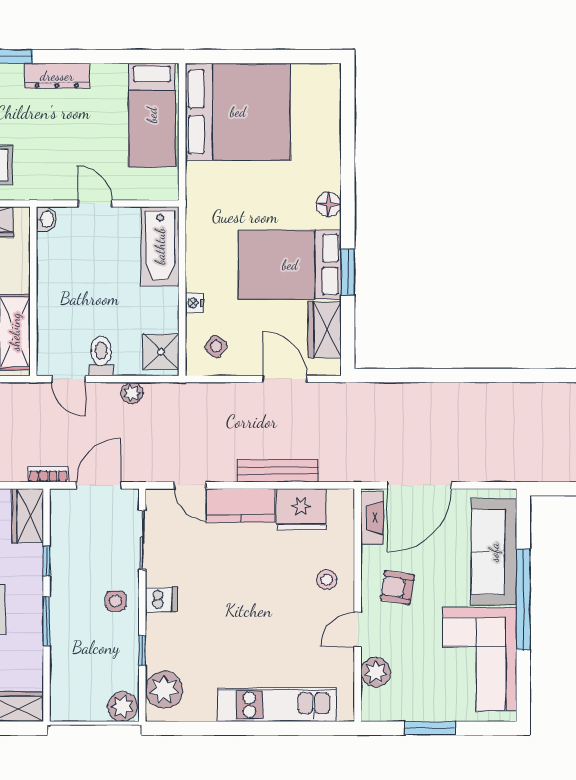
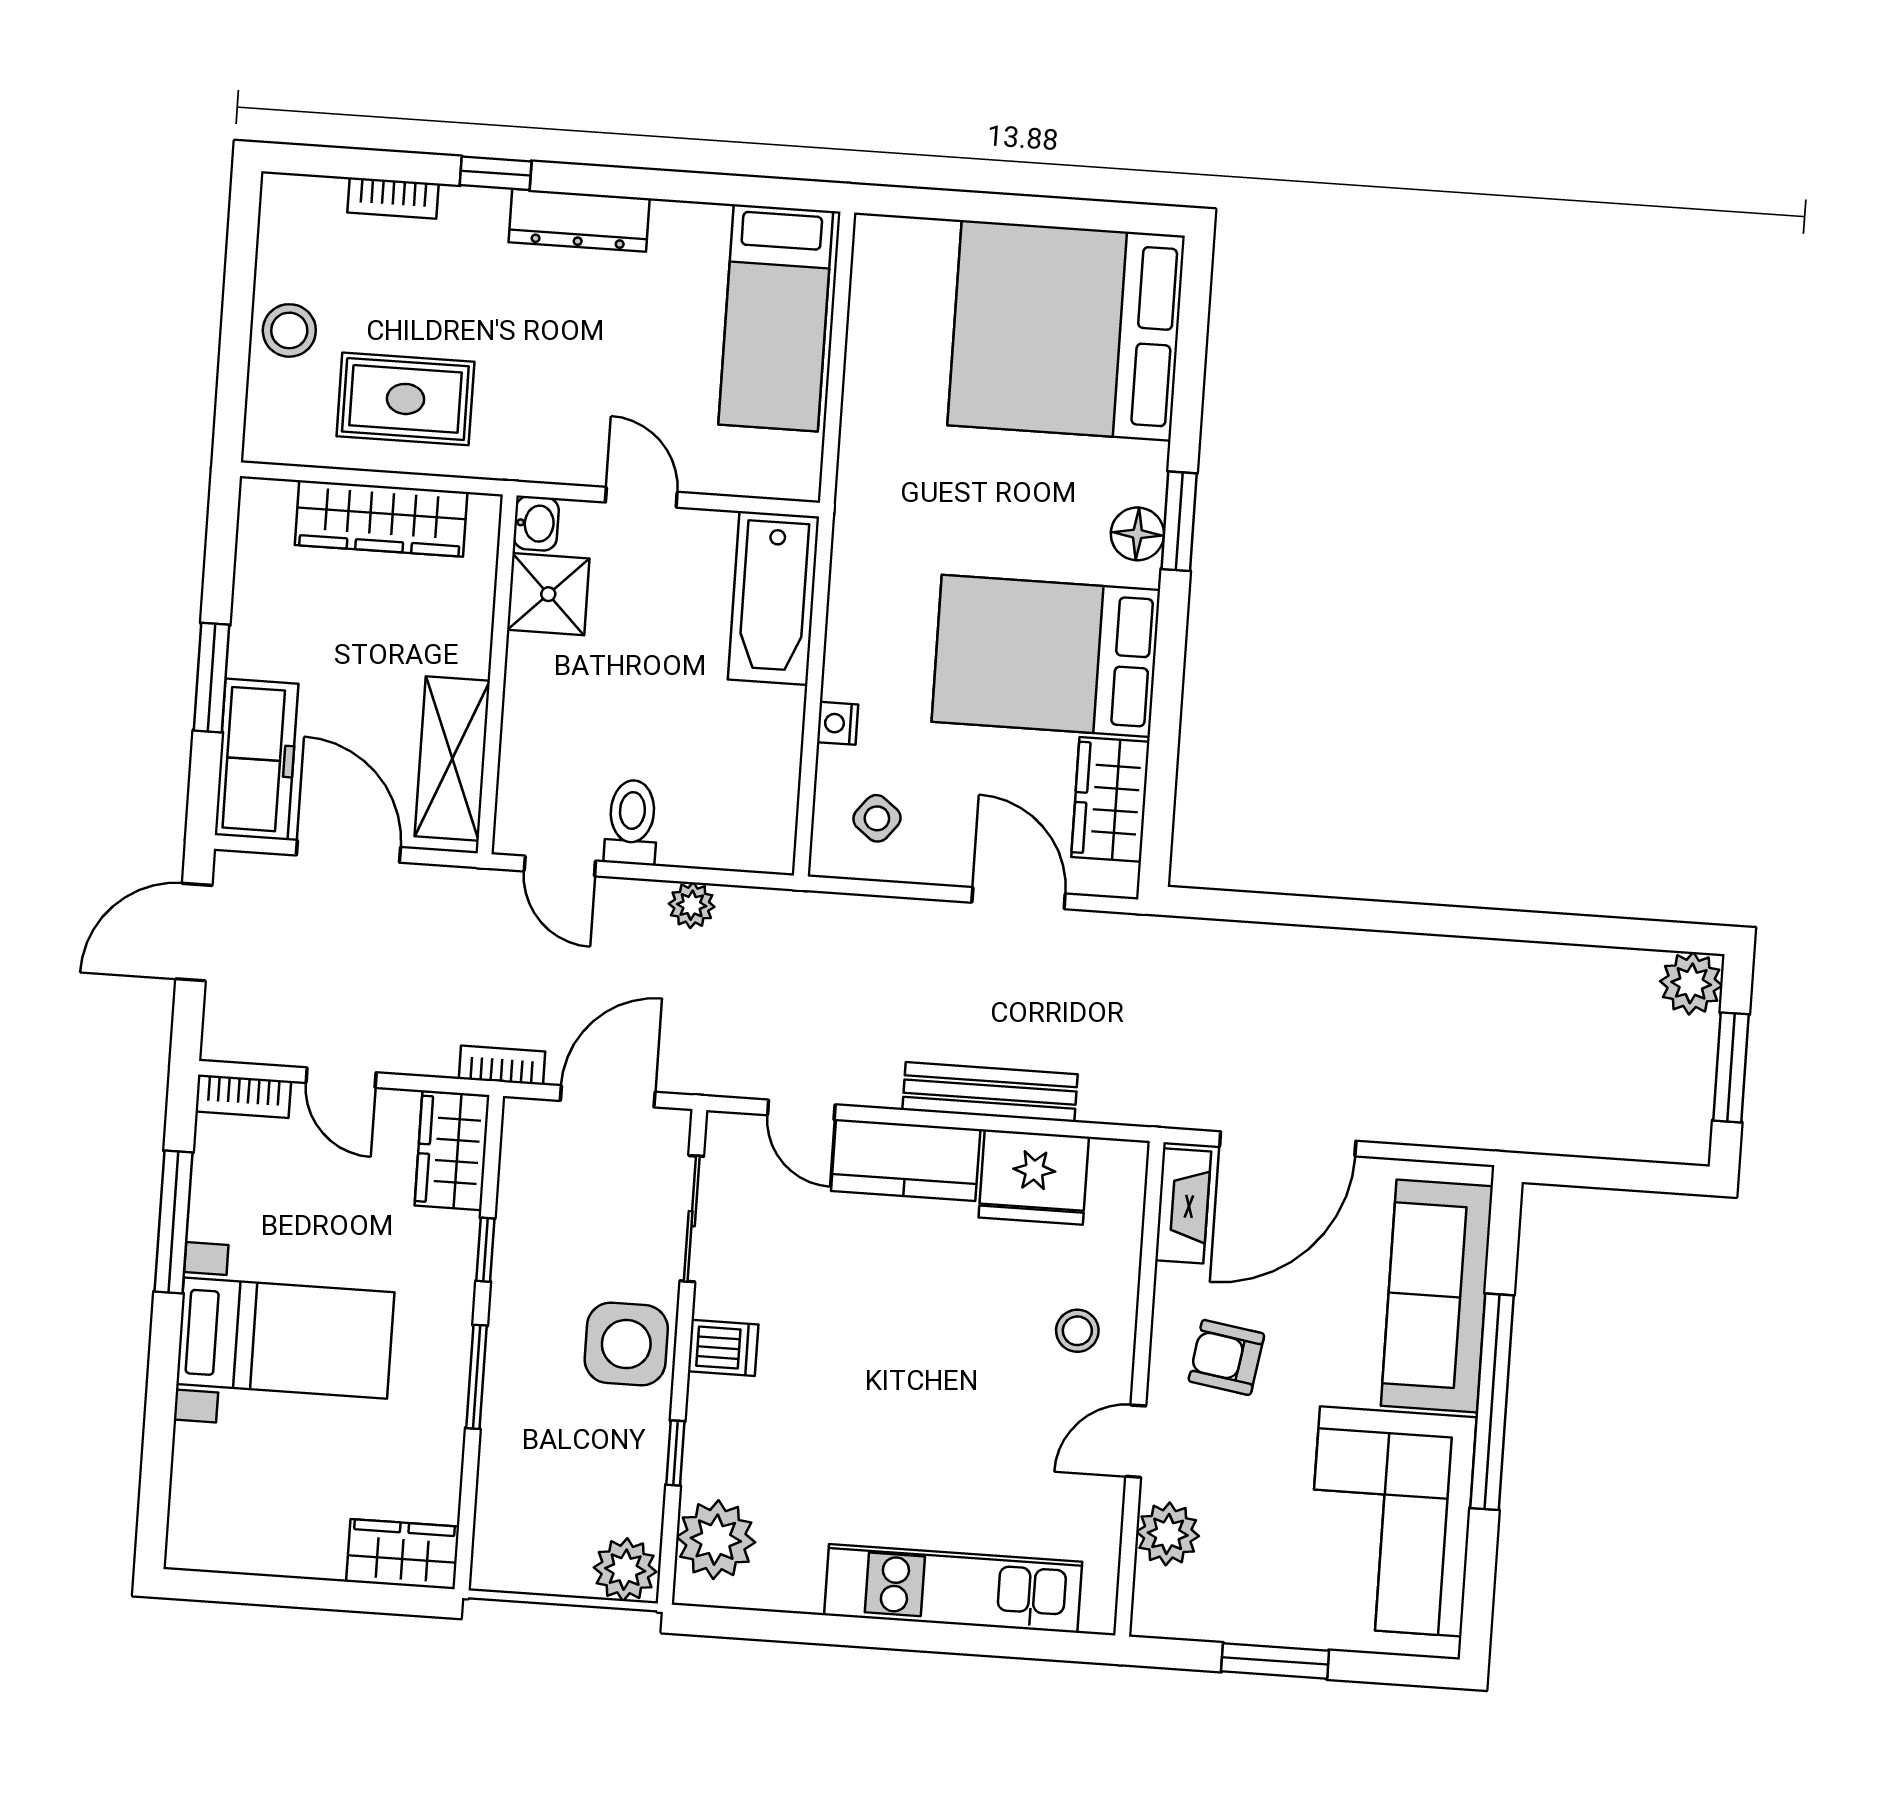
bed: (238, 112) -> (1066, 330), moved, turned 180
window: (348, 272) -> (1179, 521), moved
shower: (161, 352) -> (548, 594), moved
side table: (116, 601) -> (626, 1344), width x1.87, depth x1.87

